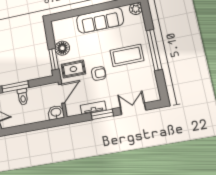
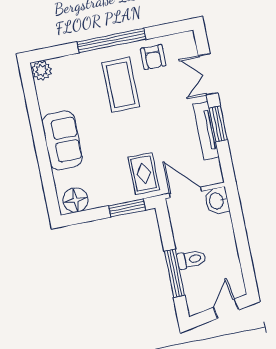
sofa: (100, 20) -> (62, 140), width x0.73
floor lamp: (62, 48) -> (76, 200), moved
armchair: (99, 73) -> (153, 57), moved, turned 180
tv unit: (93, 108) -> (206, 131), width x1.41

